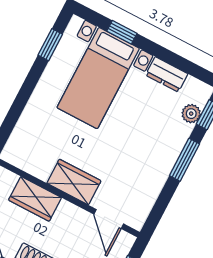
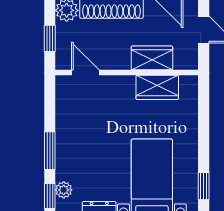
wardrobe: (74, 182) -> (157, 87), moved

